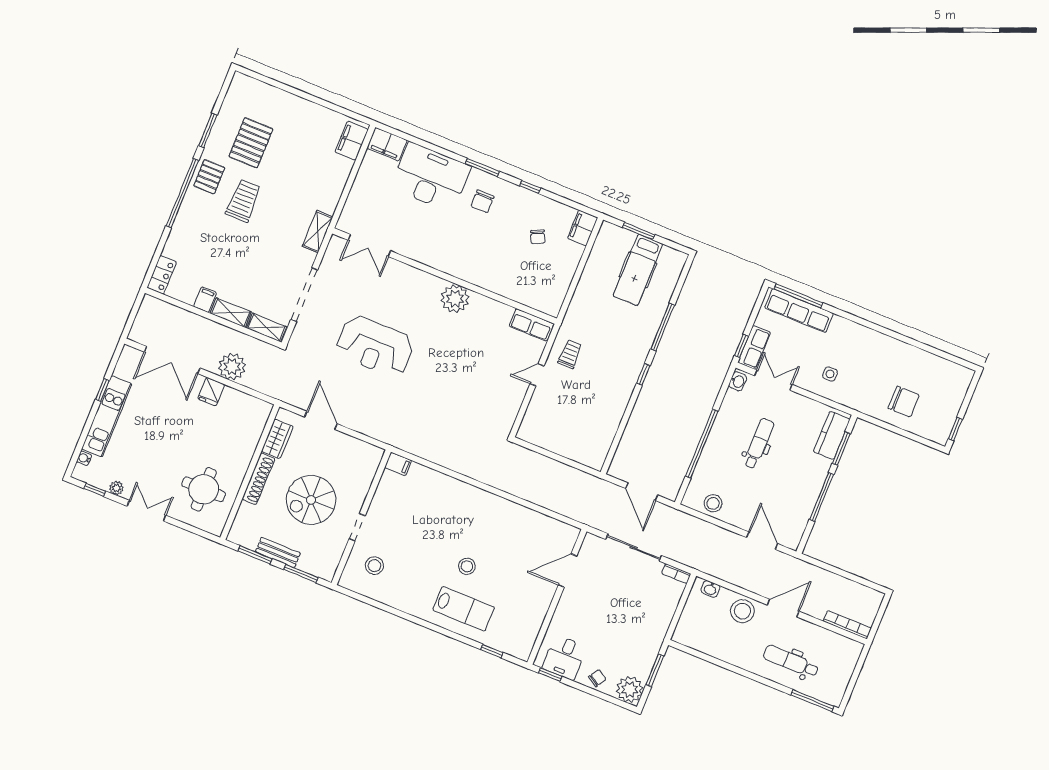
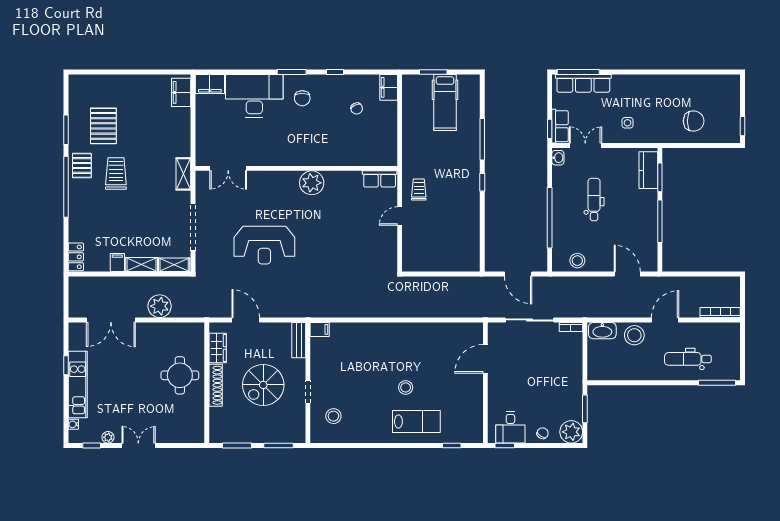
fridge: (211, 392) -> (151, 332), removed
round table: (204, 489) -> (180, 375), moved
bench: (278, 552) -> (299, 340), moved, turned 90
washbasin: (710, 589) -> (602, 331), width x1.91, depth x1.45

